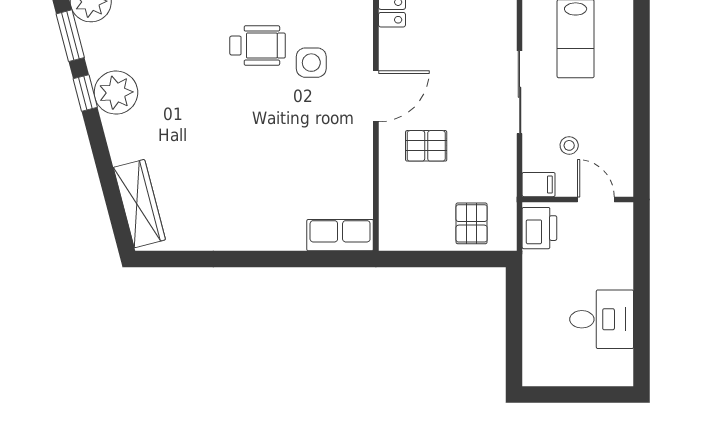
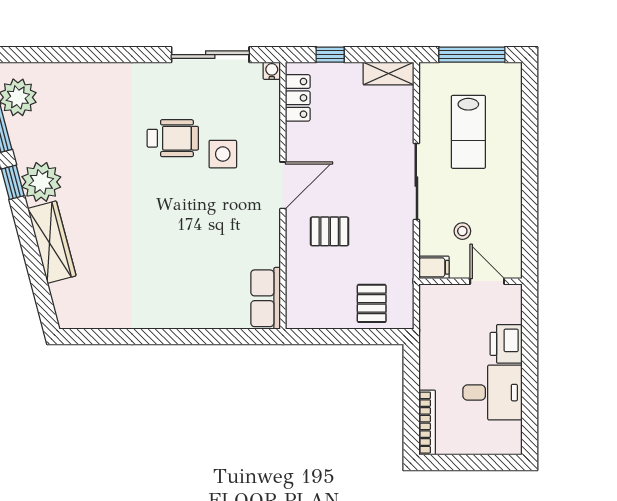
wardrobe: (139, 204) -> (52, 242), moved
printer: (539, 228) -> (506, 344), moved, turned 180
row of seats: (340, 235) -> (266, 298), moved, turned -90
bookcase: (531, 352) -> (427, 423), added

